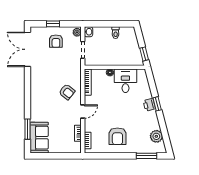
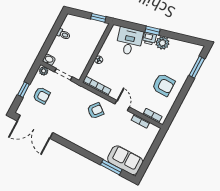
desk: (125, 81) -> (129, 41), moved, turned 75
plant: (156, 136) -> (162, 43), moved

